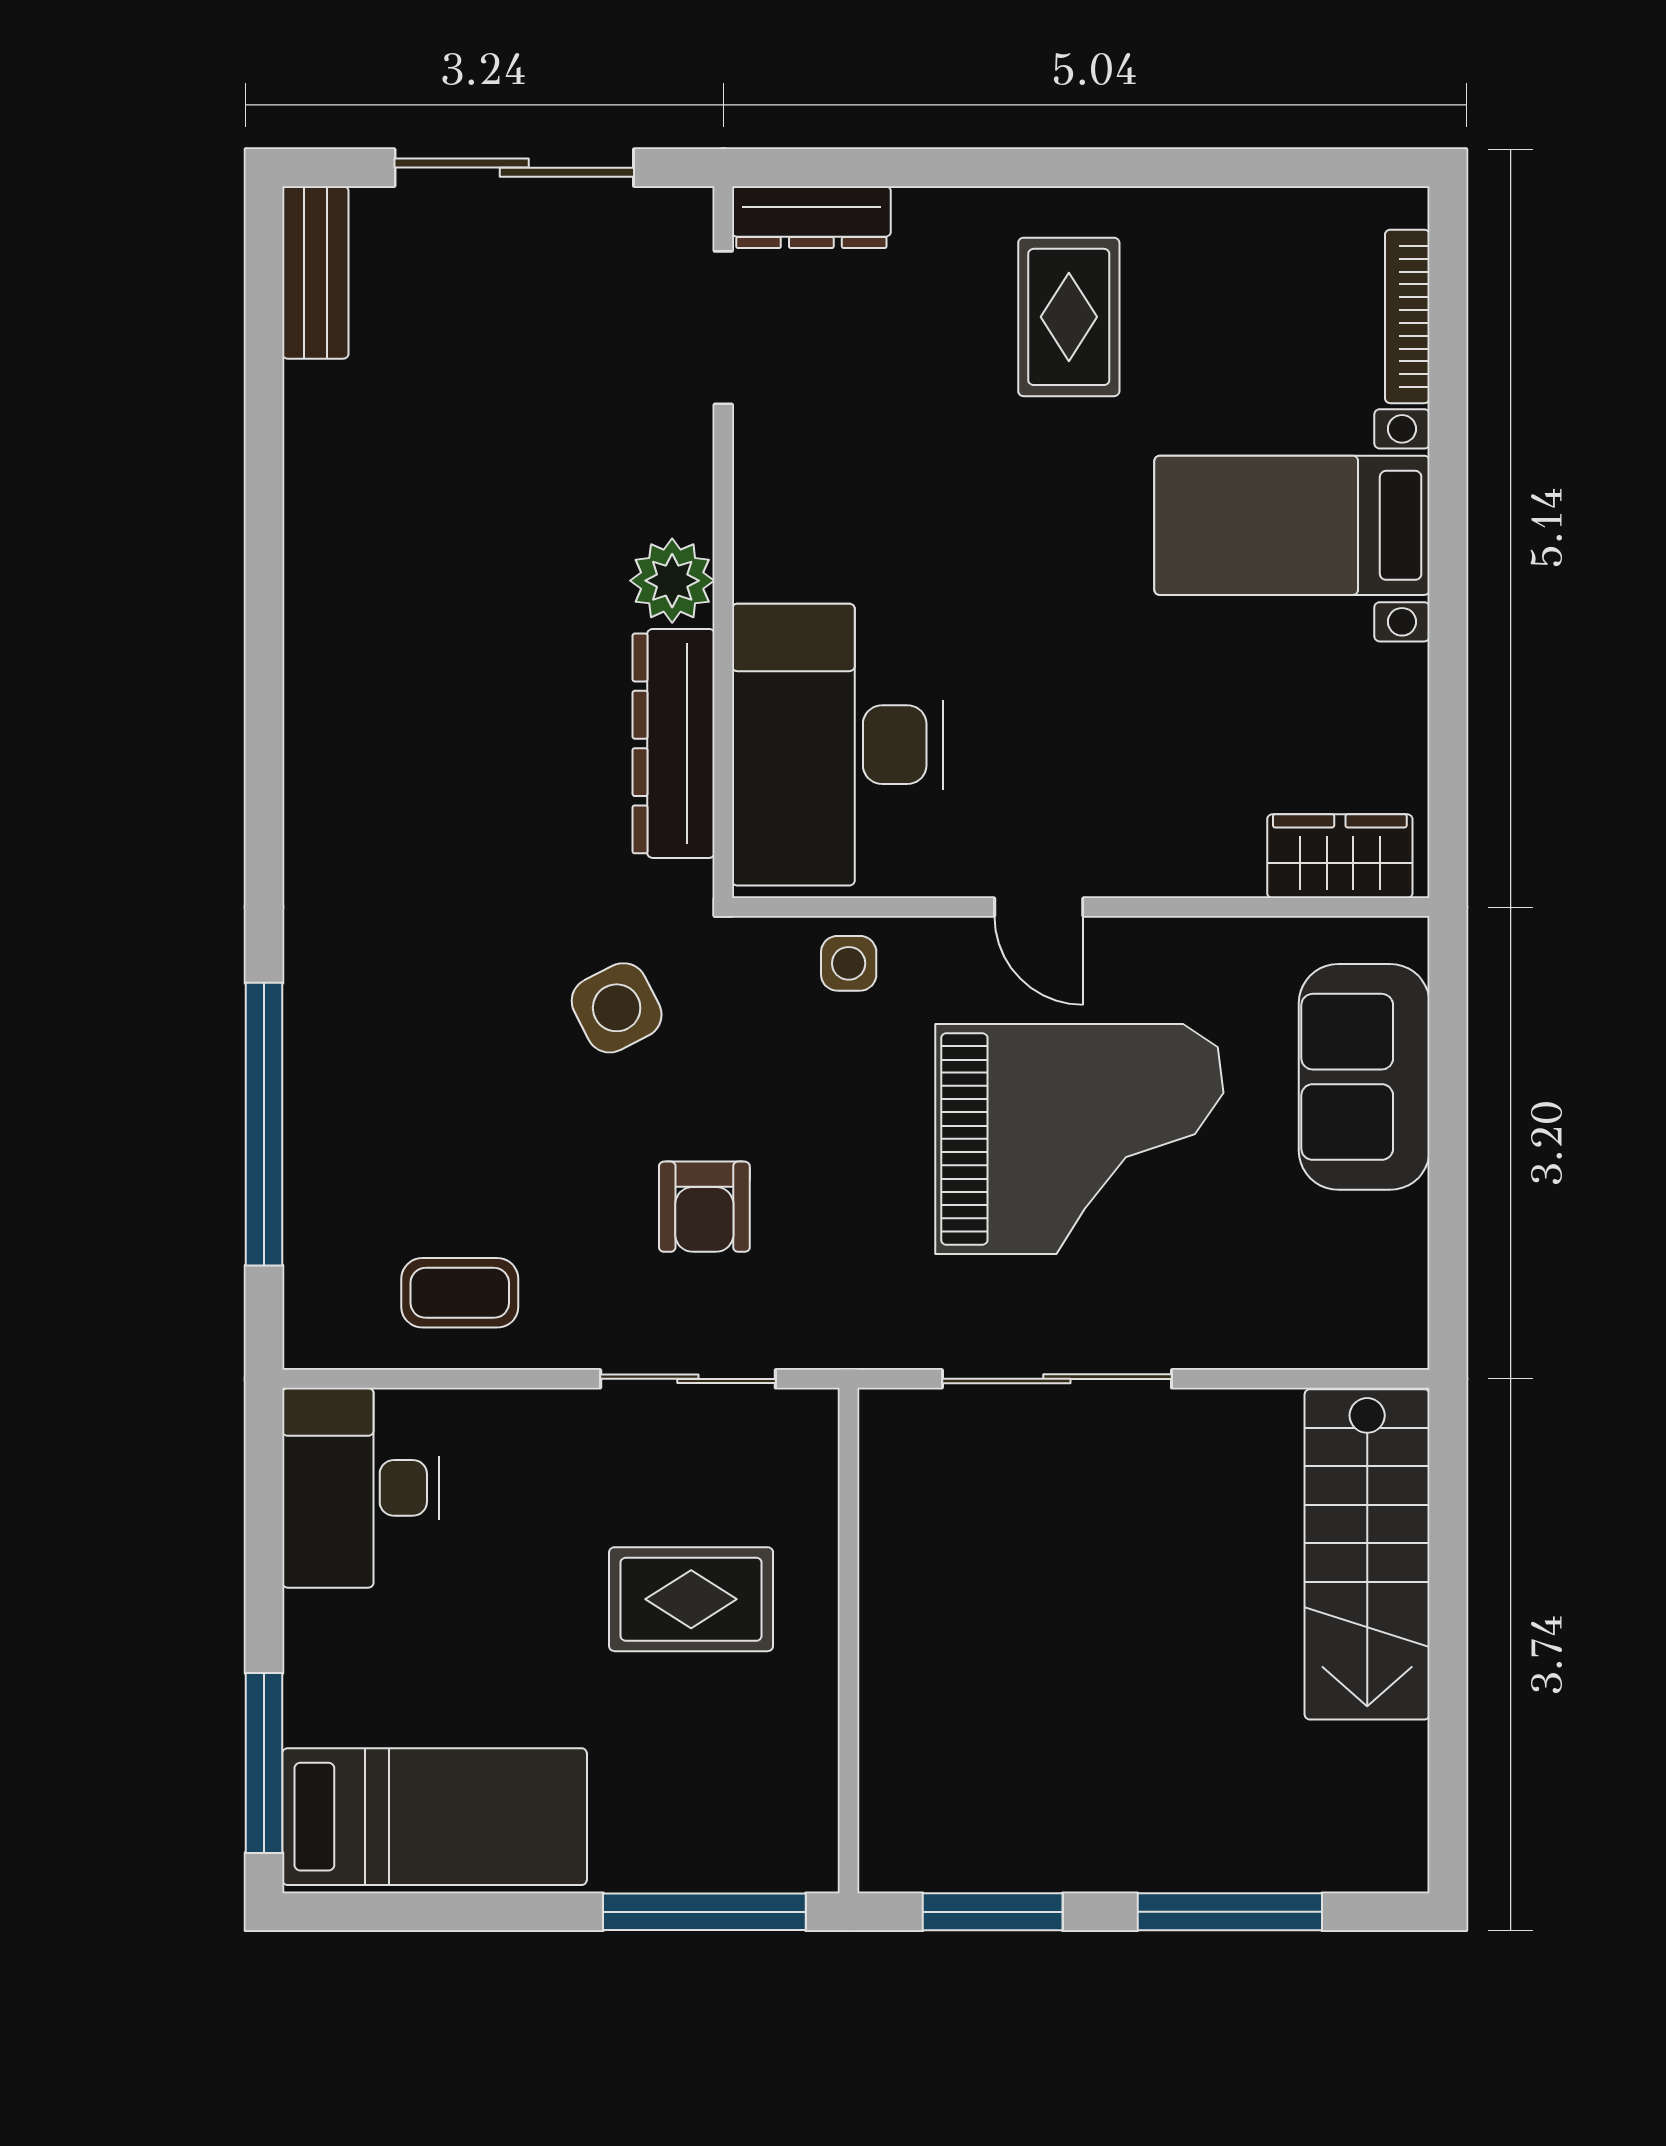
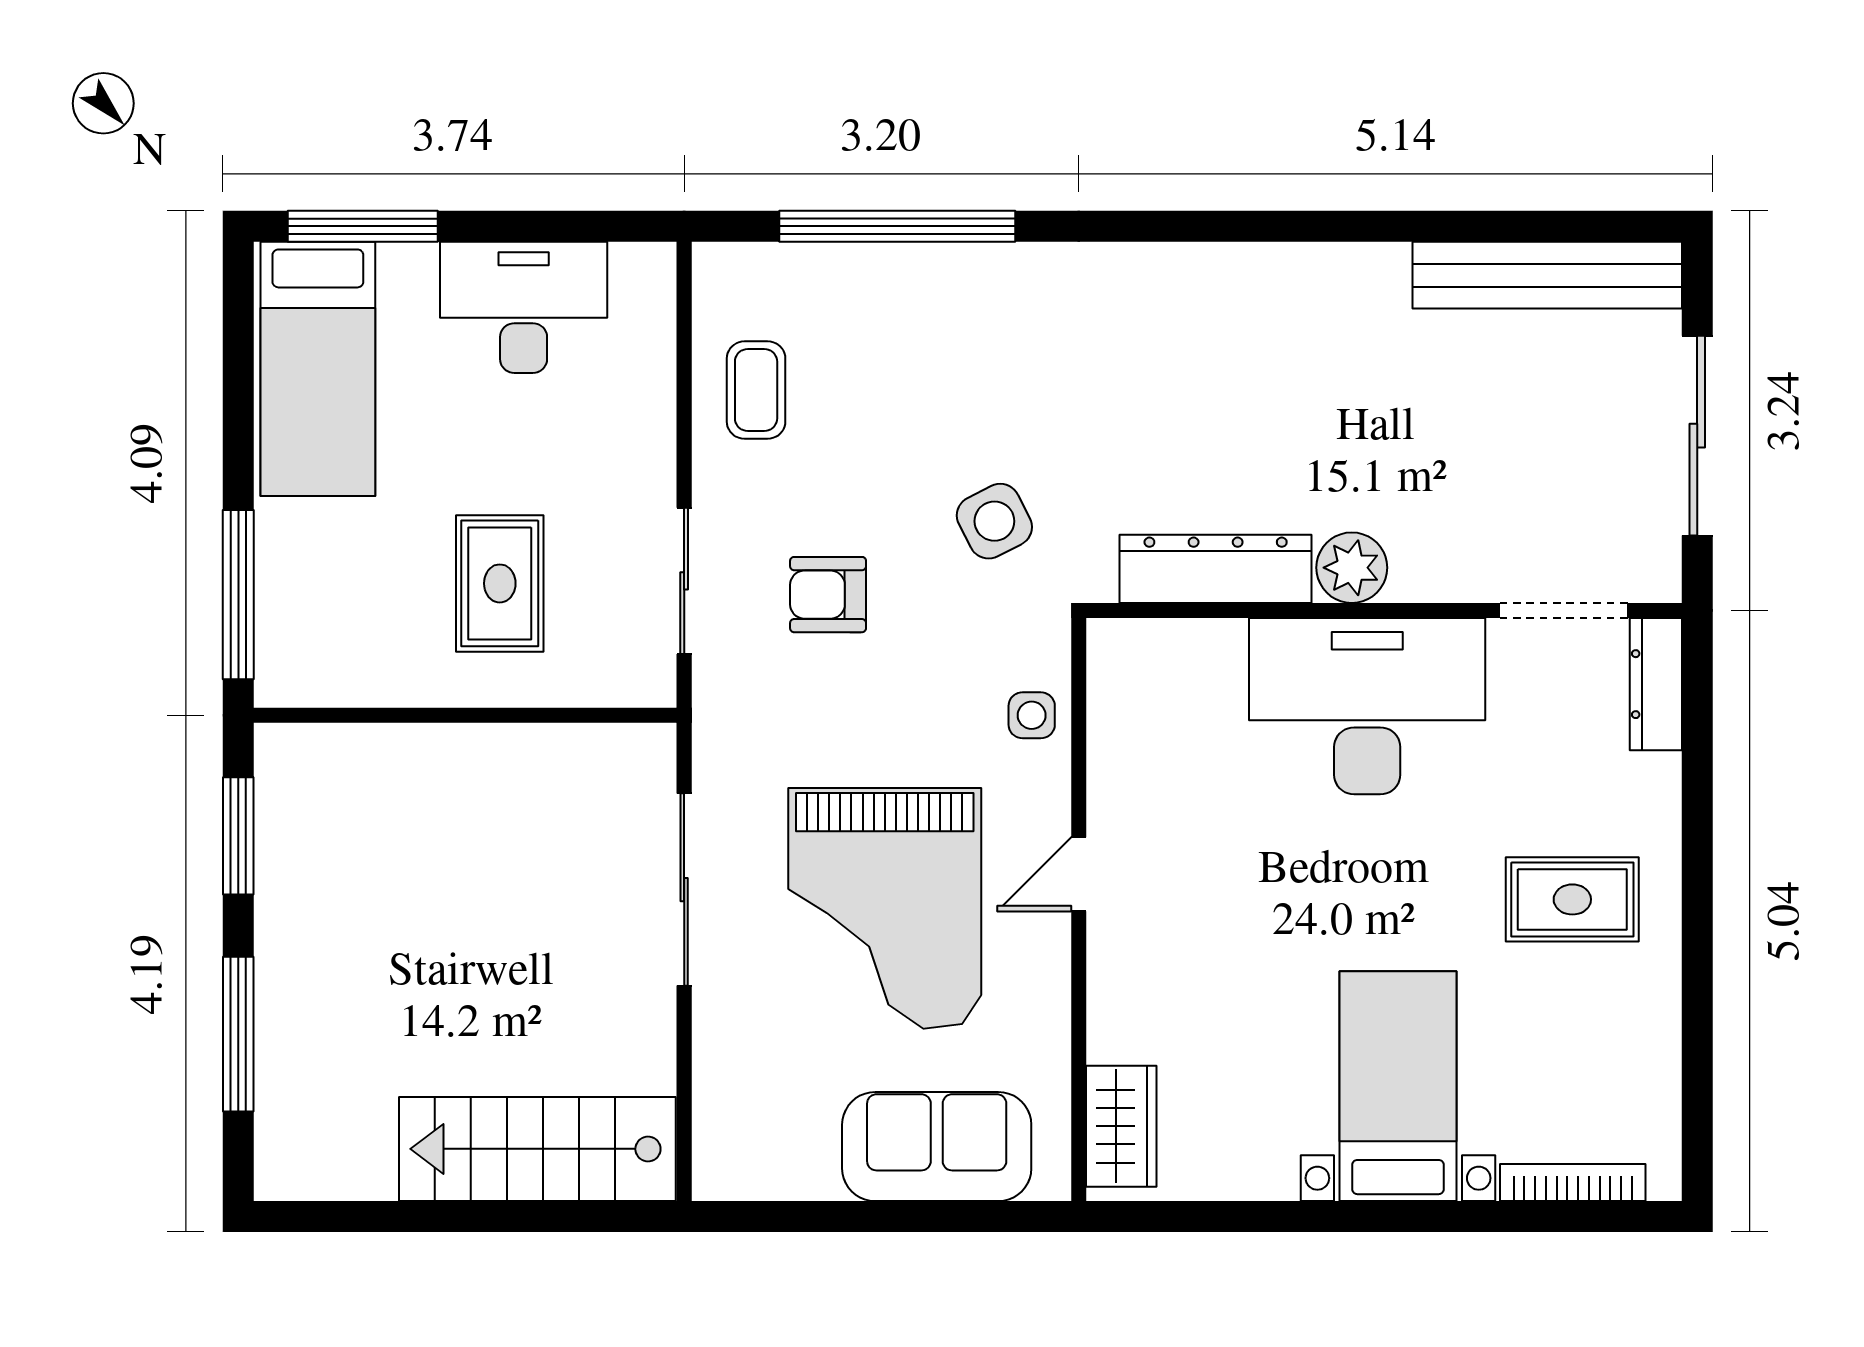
bench: (315, 272) -> (1547, 275), width x1.86, depth x1.21
desk: (838, 745) -> (1367, 706), moved
desk: (361, 1488) -> (524, 307), moved

